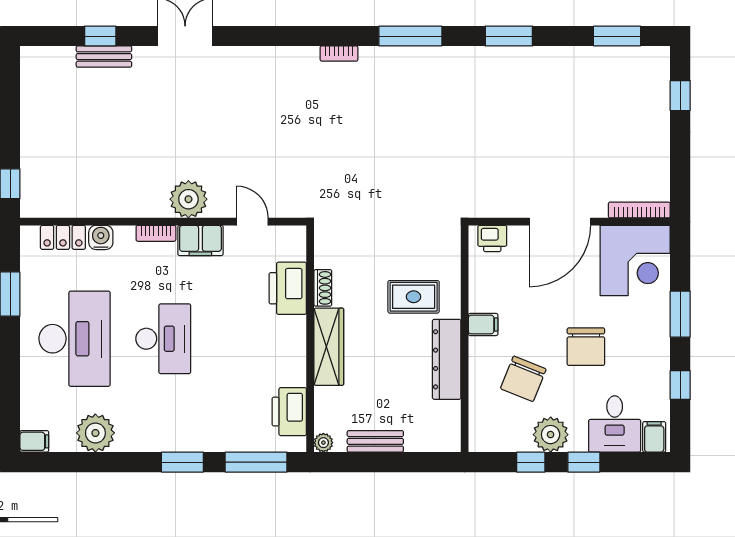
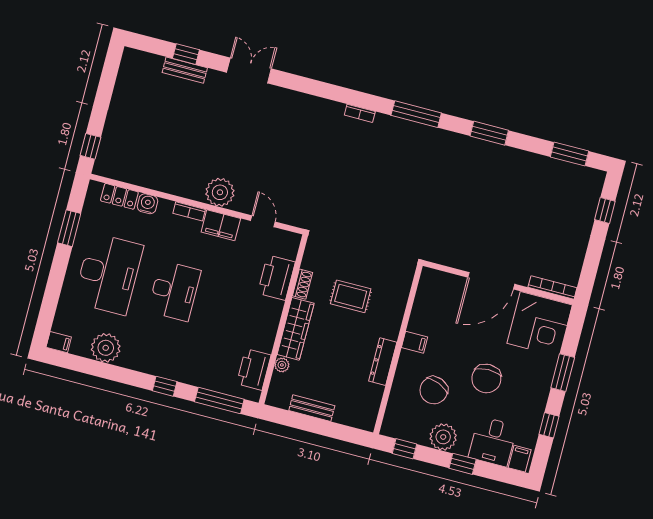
printer: (492, 238) -> (438, 280), removed
rug: (414, 297) -> (351, 296), moved
dresser: (447, 359) -> (383, 362), width x0.73, depth x0.80
plant: (323, 443) -> (282, 365), moved
window: (182, 462) -> (165, 386), width x0.67
window: (531, 462) -> (404, 449), moved

